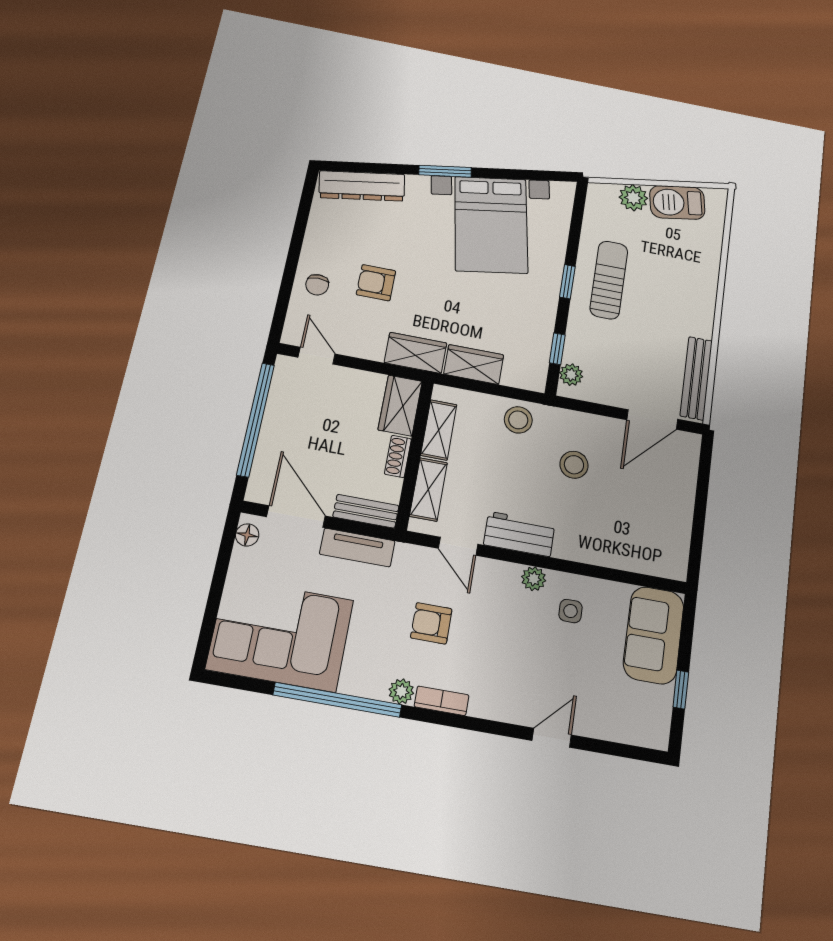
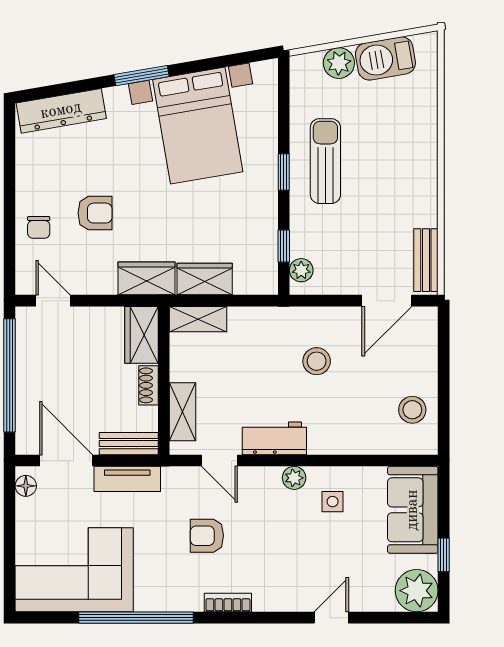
armchair: (376, 283) -> (95, 213), turned 180
bench: (696, 378) -> (426, 260), width x0.73
stool: (518, 420) -> (412, 410), moved
shelving: (439, 430) -> (198, 319), moved, turned 90
plant: (401, 691) -> (417, 591), moved, width x1.88, depth x1.88

